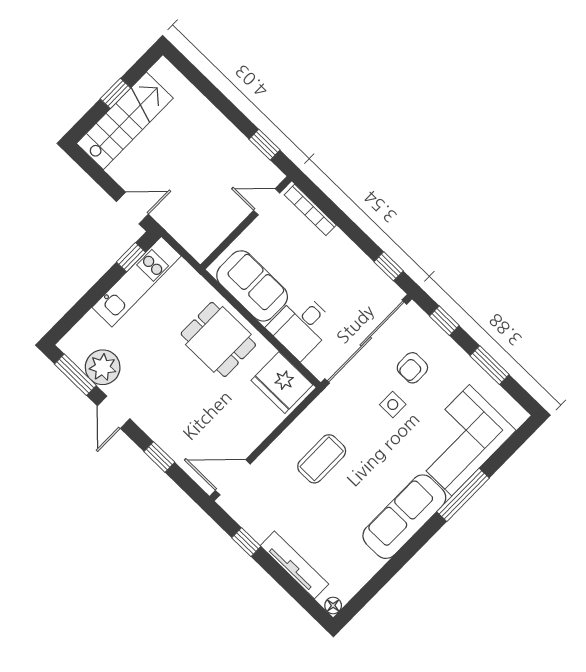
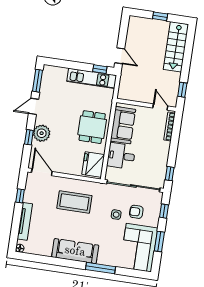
stairs: (125, 121) -> (176, 47), moved, turned 90
plant: (103, 367) -> (42, 133), moved
corner sofa: (461, 440) -> (139, 248), moved, turned -90
coffee table: (322, 459) -> (74, 202), width x1.36, depth x1.32

